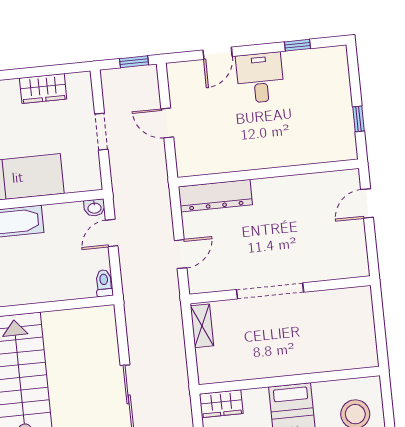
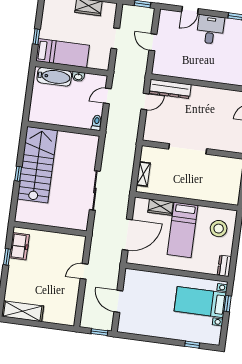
washbasin: (94, 208) -> (78, 77), moved
door: (181, 254) -> (145, 102), moved
shelving: (202, 326) -> (143, 174), moved
wardrobe: (221, 404) -> (161, 207), moved

